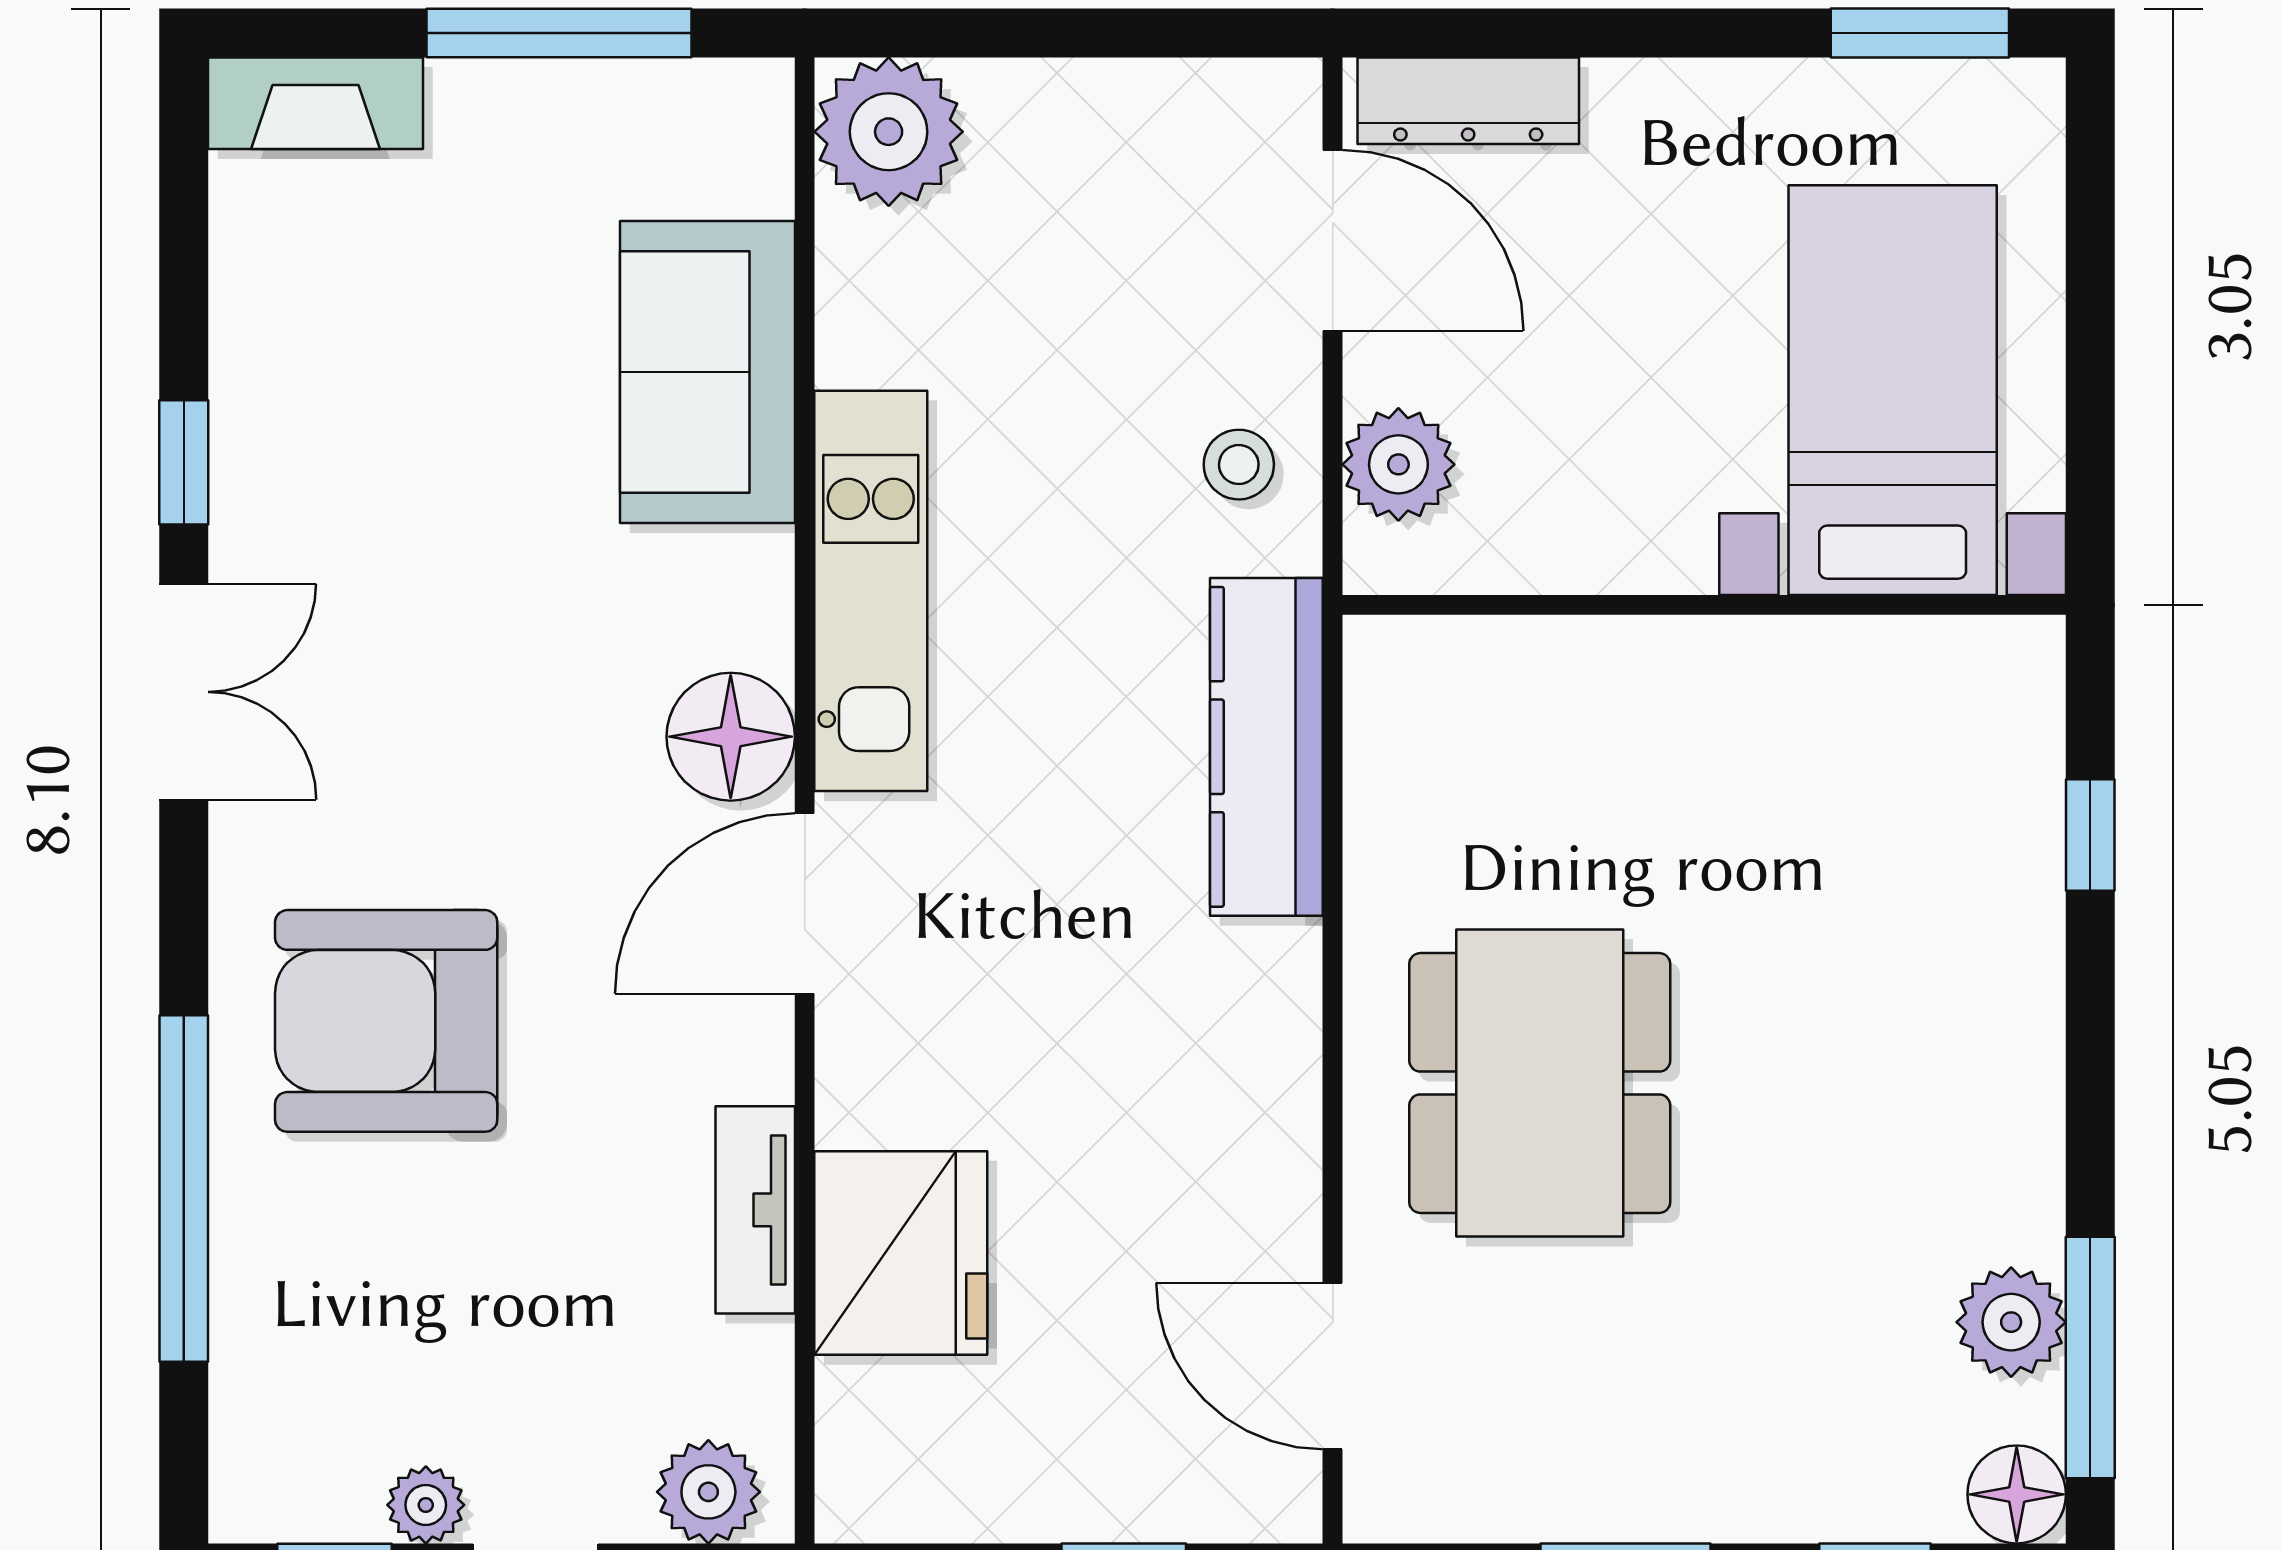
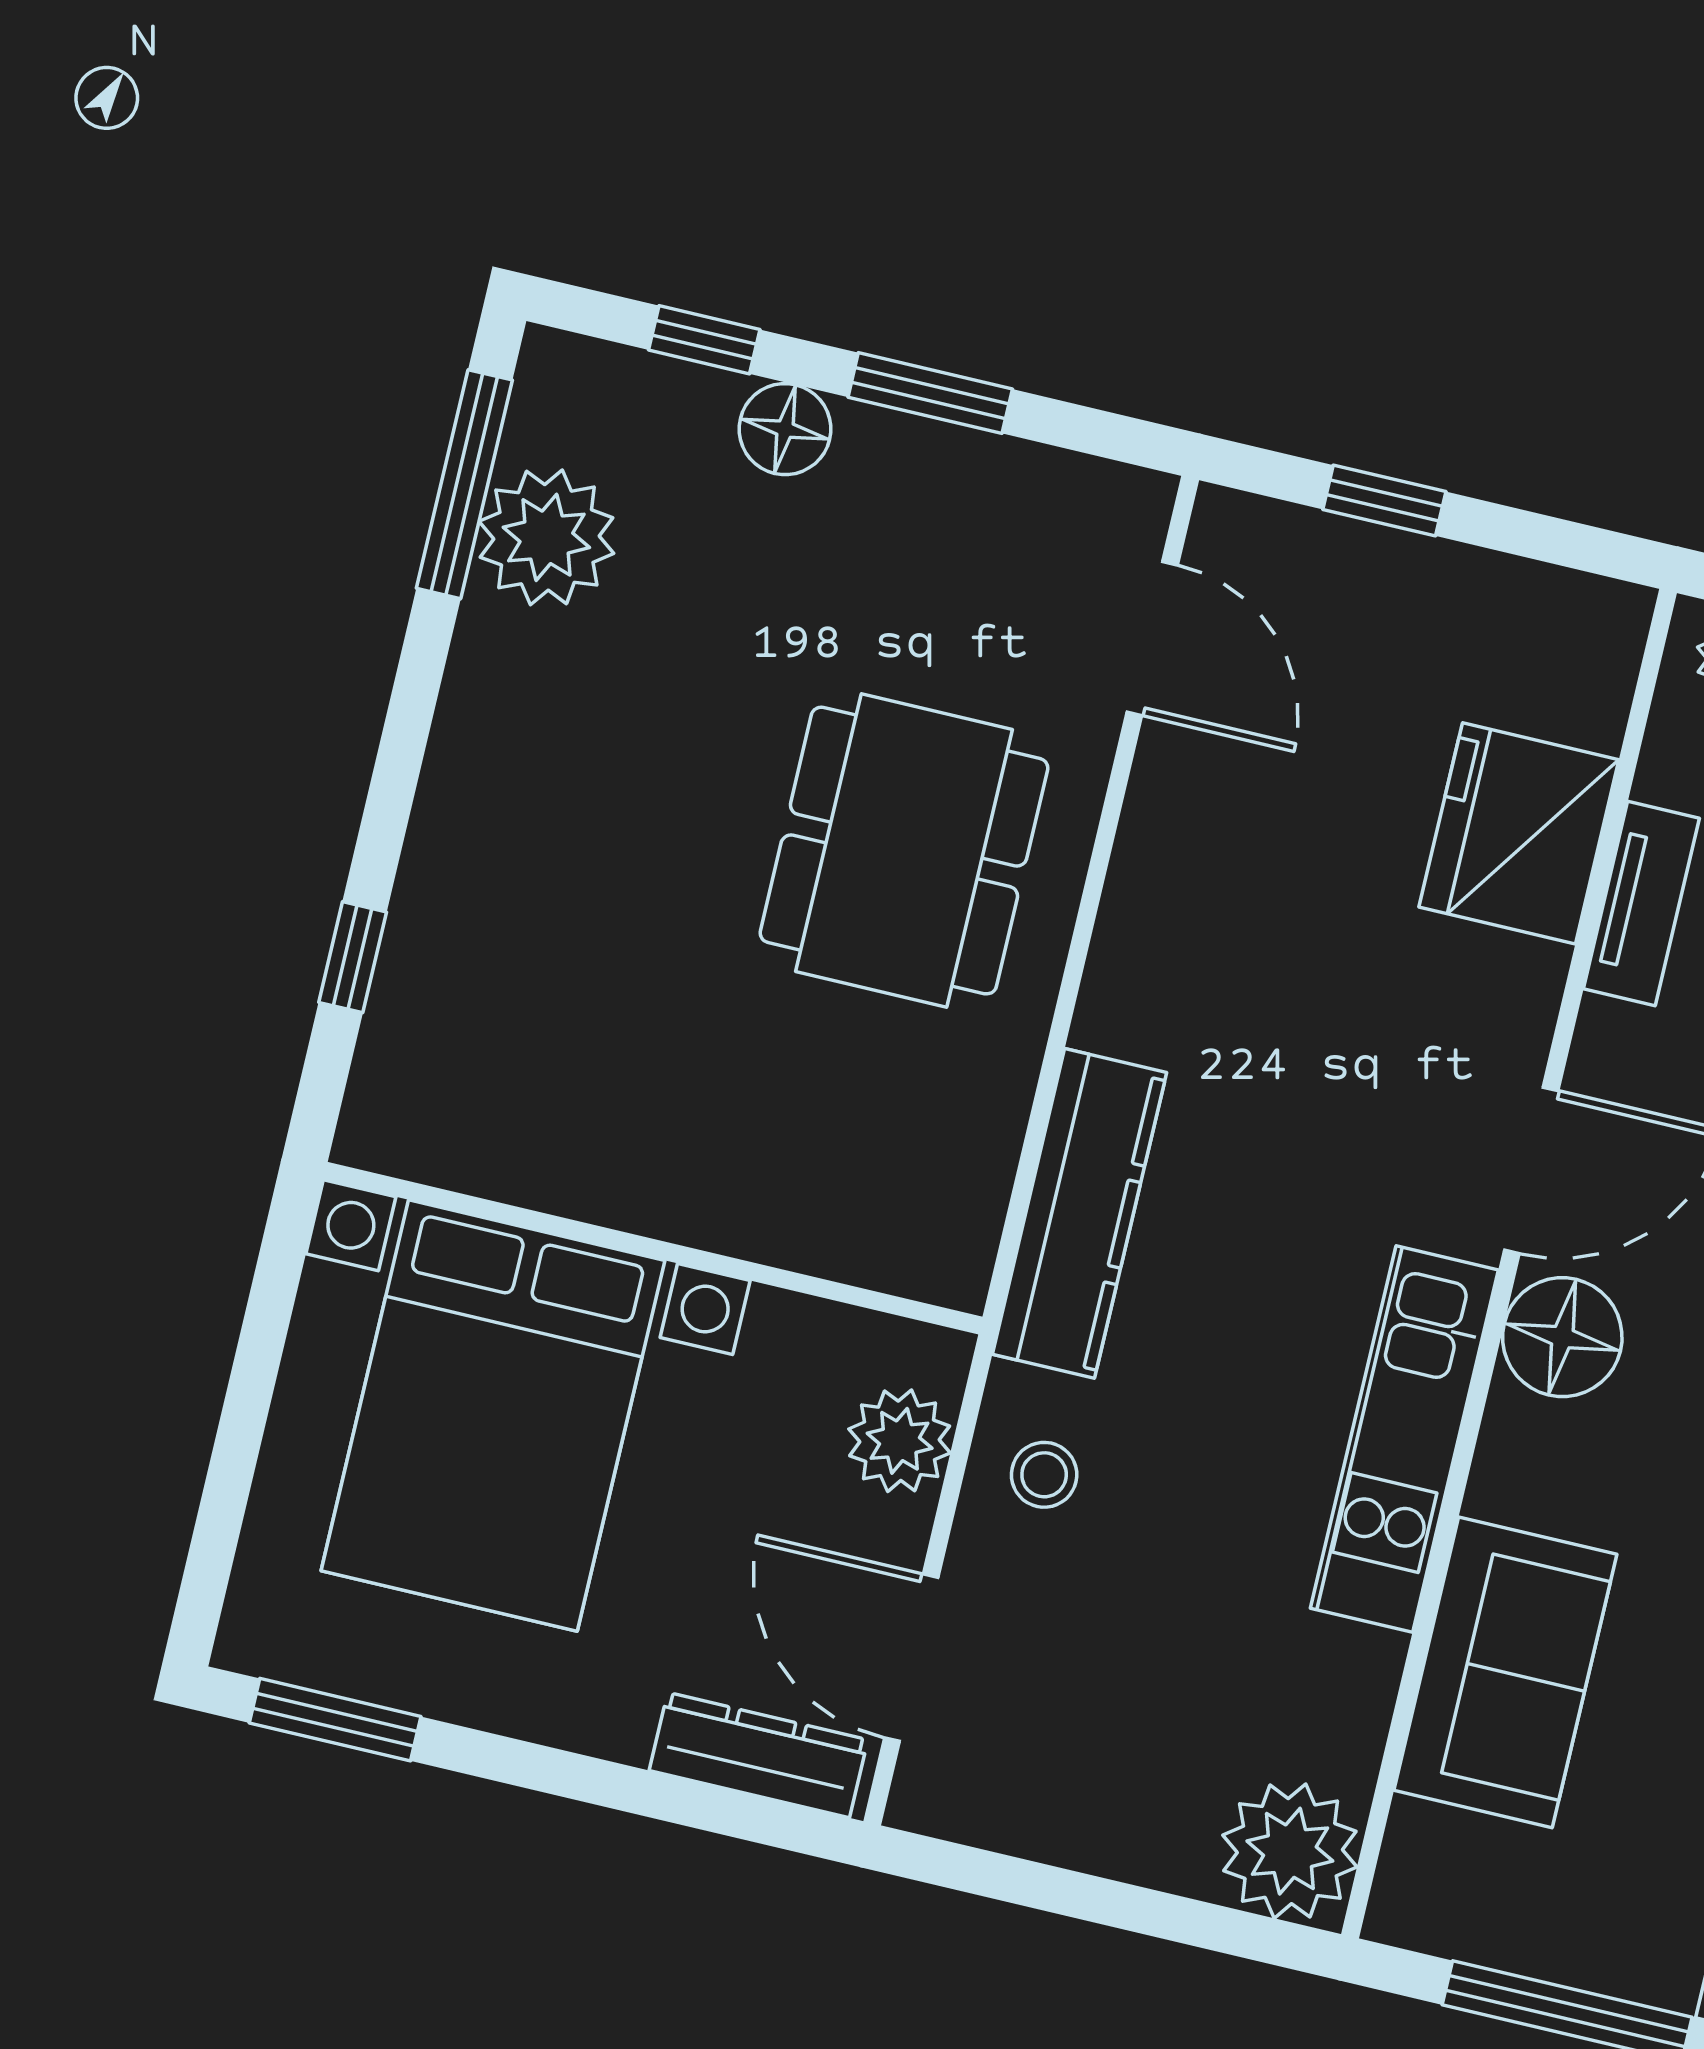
bed with nightstands: (1893, 390) -> (493, 1416), width x1.36
plant: (2011, 1322) -> (546, 537), width x1.36, depth x1.36
floor lamp: (2017, 1494) -> (785, 429), moved

